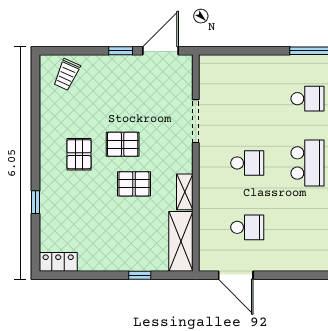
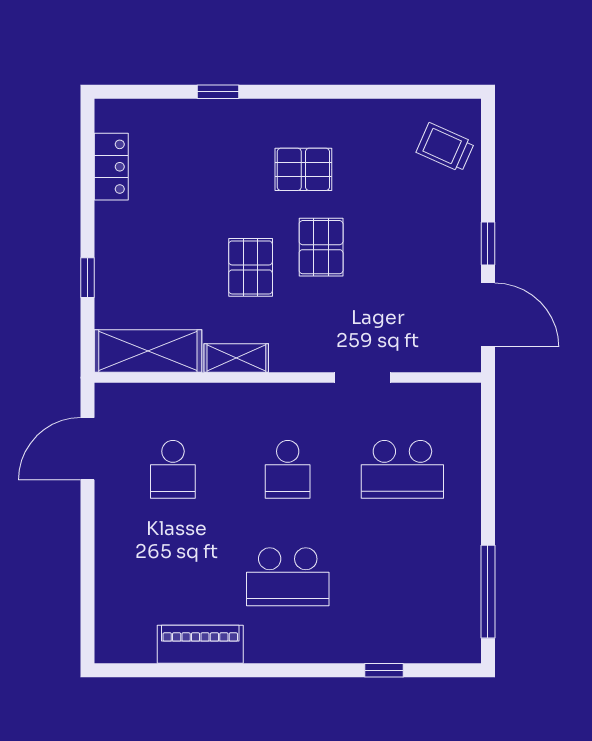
school desk: (307, 99) -> (402, 469), moved, width x1.85
doorway: (196, 121) -> (362, 378), width x0.73
locker: (58, 262) -> (111, 167), moved

